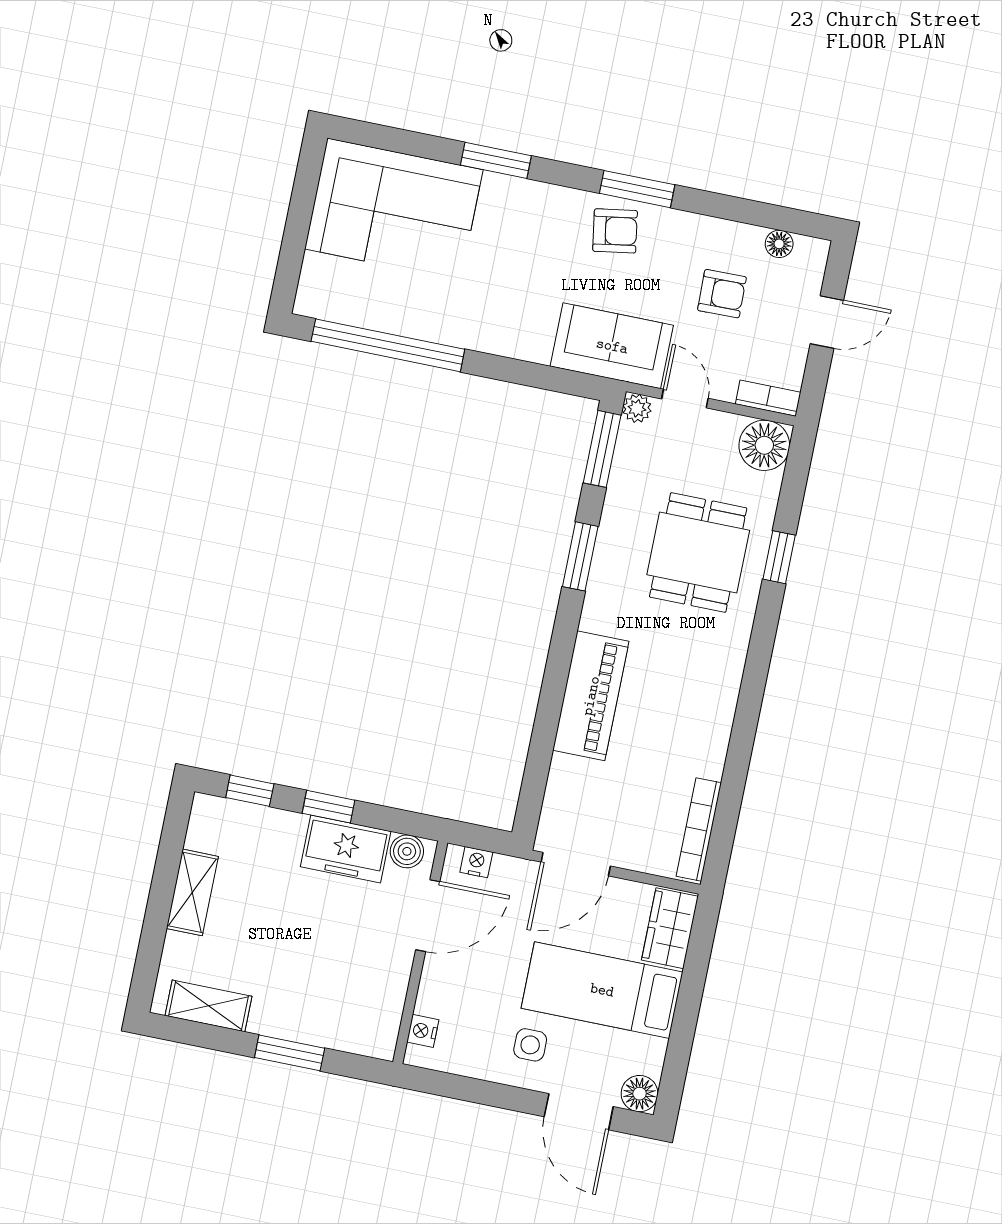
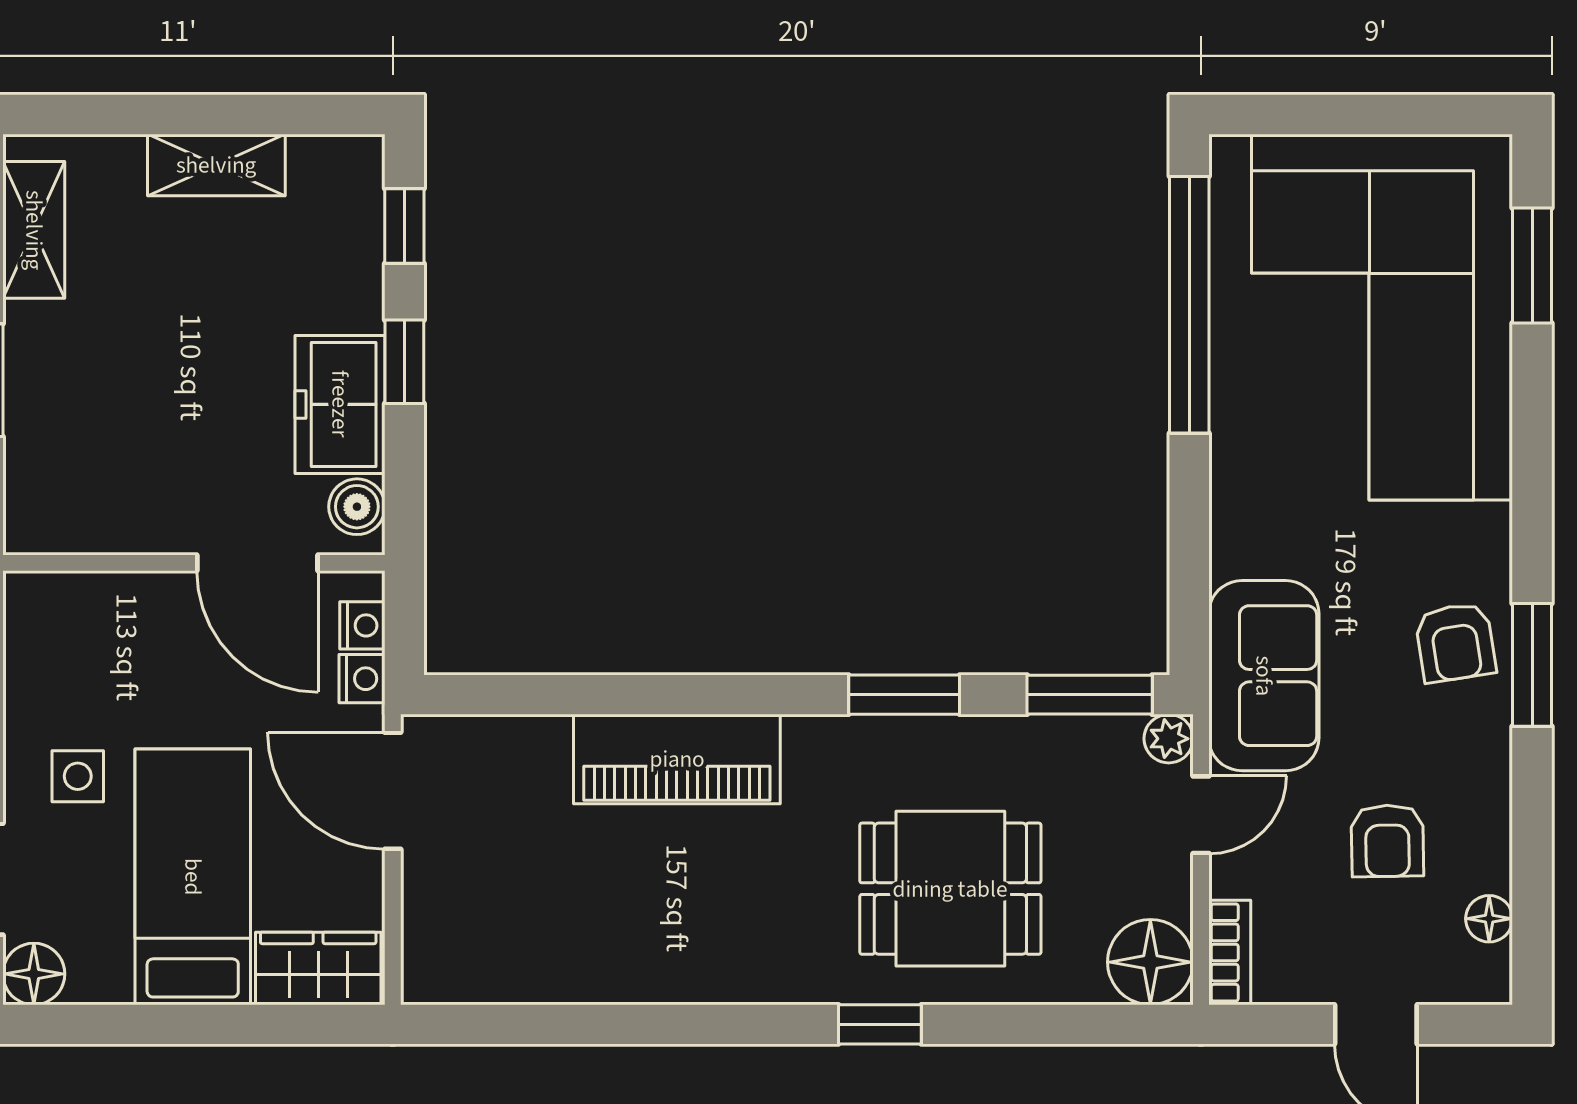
window: (496, 160) -> (1532, 265), moved
corner sofa: (394, 209) -> (1382, 317), width x1.36, depth x1.36
window: (779, 557) -> (880, 1024), moved
bookcase: (699, 830) -> (491, 983), removed
nightstand: (423, 1031) -> (362, 679), moved, turned 90

